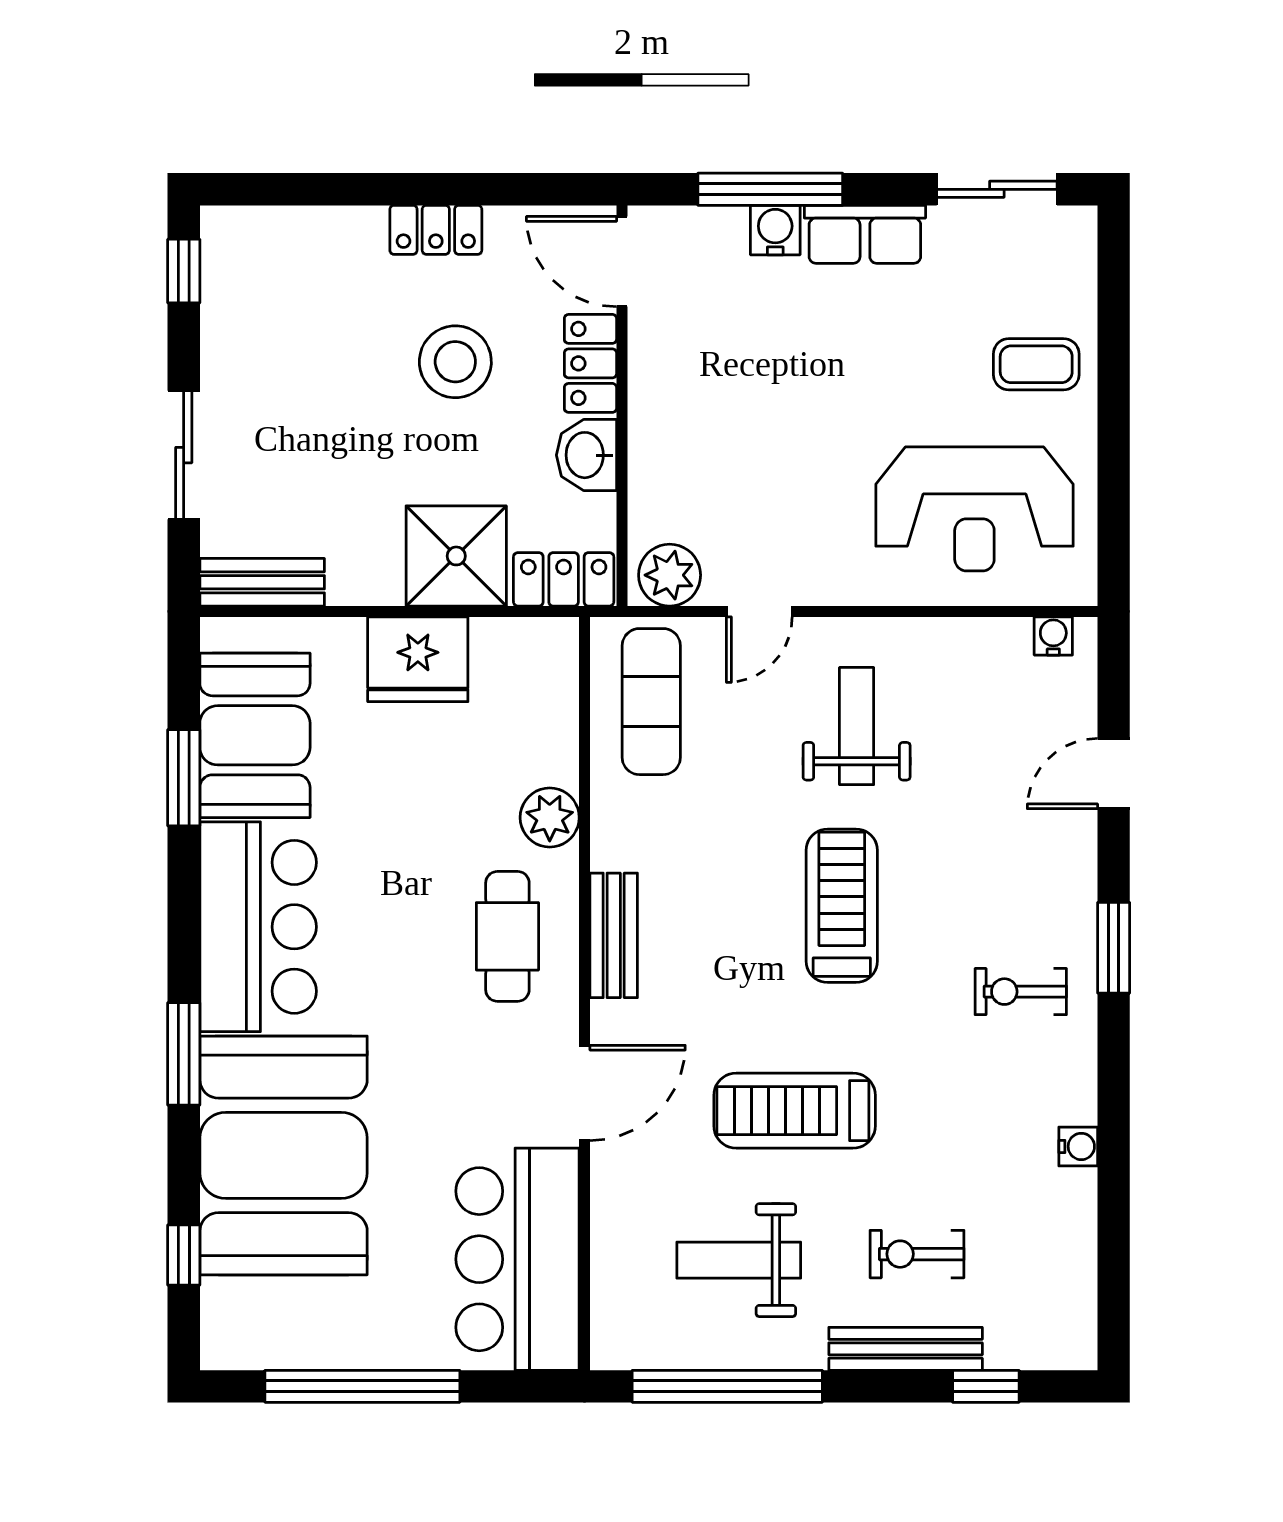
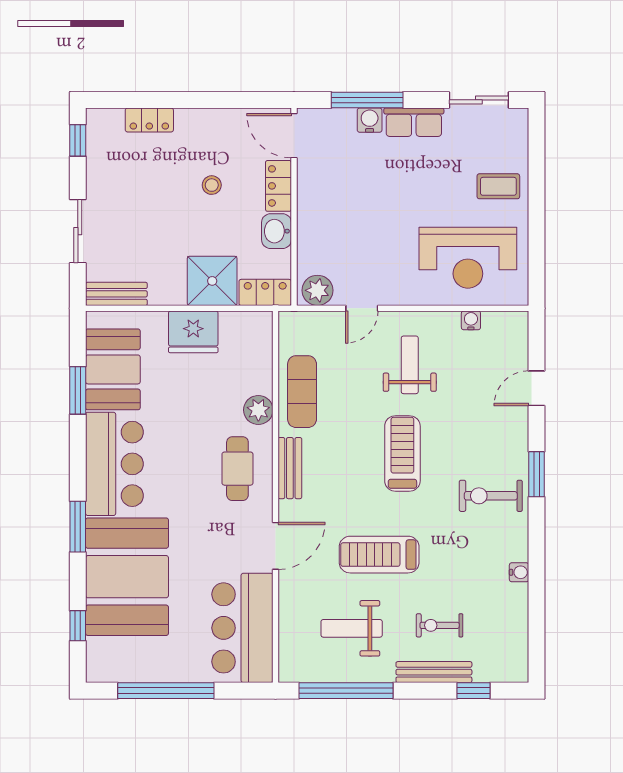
locker: (436, 230) -> (149, 120), moved
stool: (455, 362) -> (212, 185), width x0.53, depth x0.53
water cooler: (1053, 636) -> (471, 320), moved
exercise mat: (651, 702) -> (302, 392), moved
exercise bike: (1021, 992) -> (491, 496), width x1.38, depth x1.39

